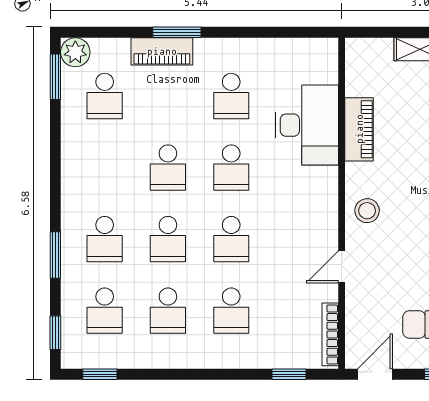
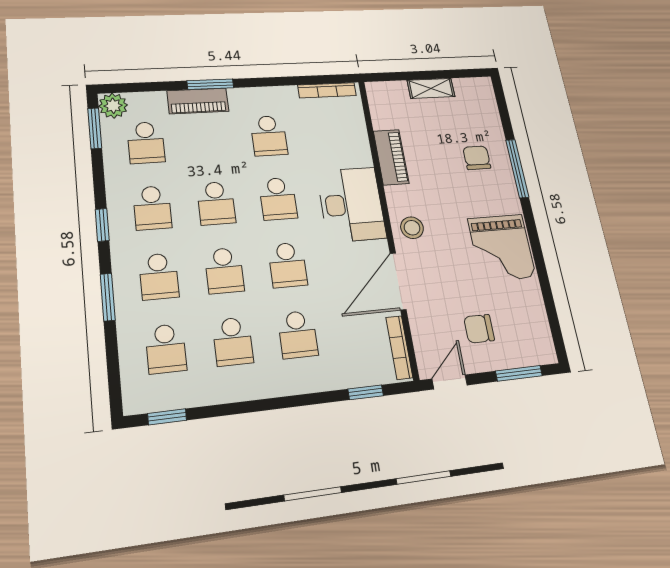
bookcase: (302, 46) -> (327, 90), added
desk: (307, 125) -> (351, 204), moved
school desk: (105, 168) -> (152, 208), added
door: (342, 267) -> (398, 281), width x1.87
window: (55, 333) -> (102, 225), moved

